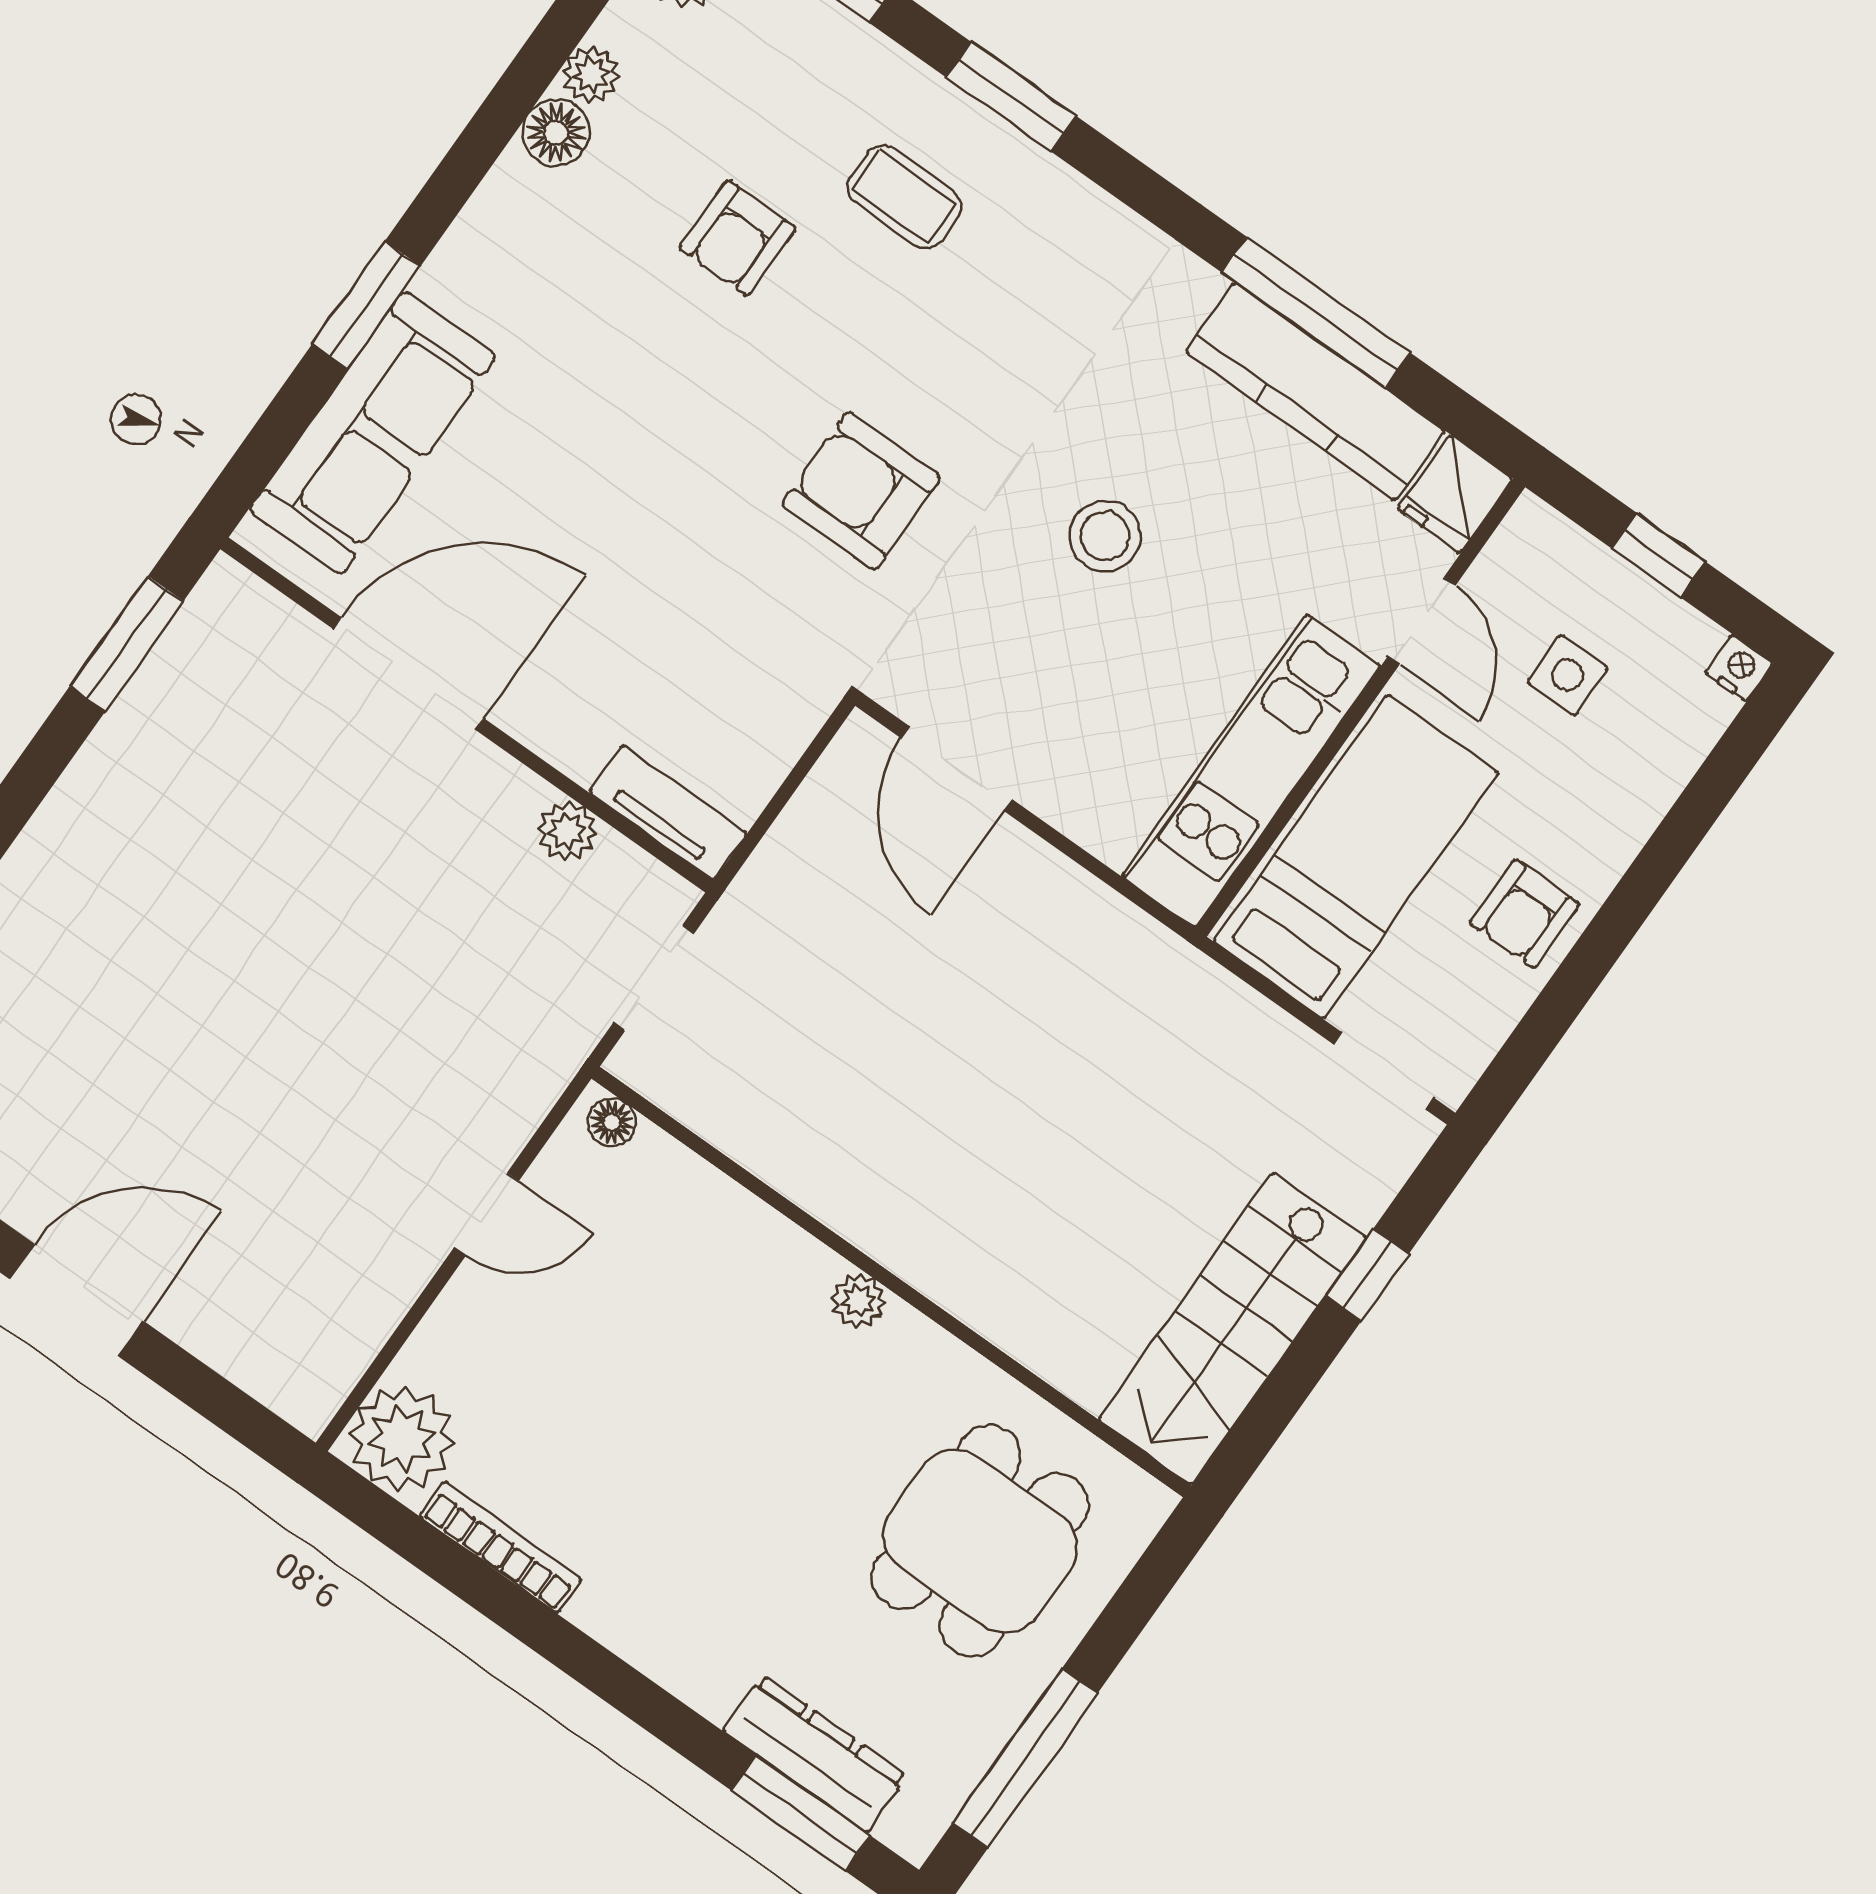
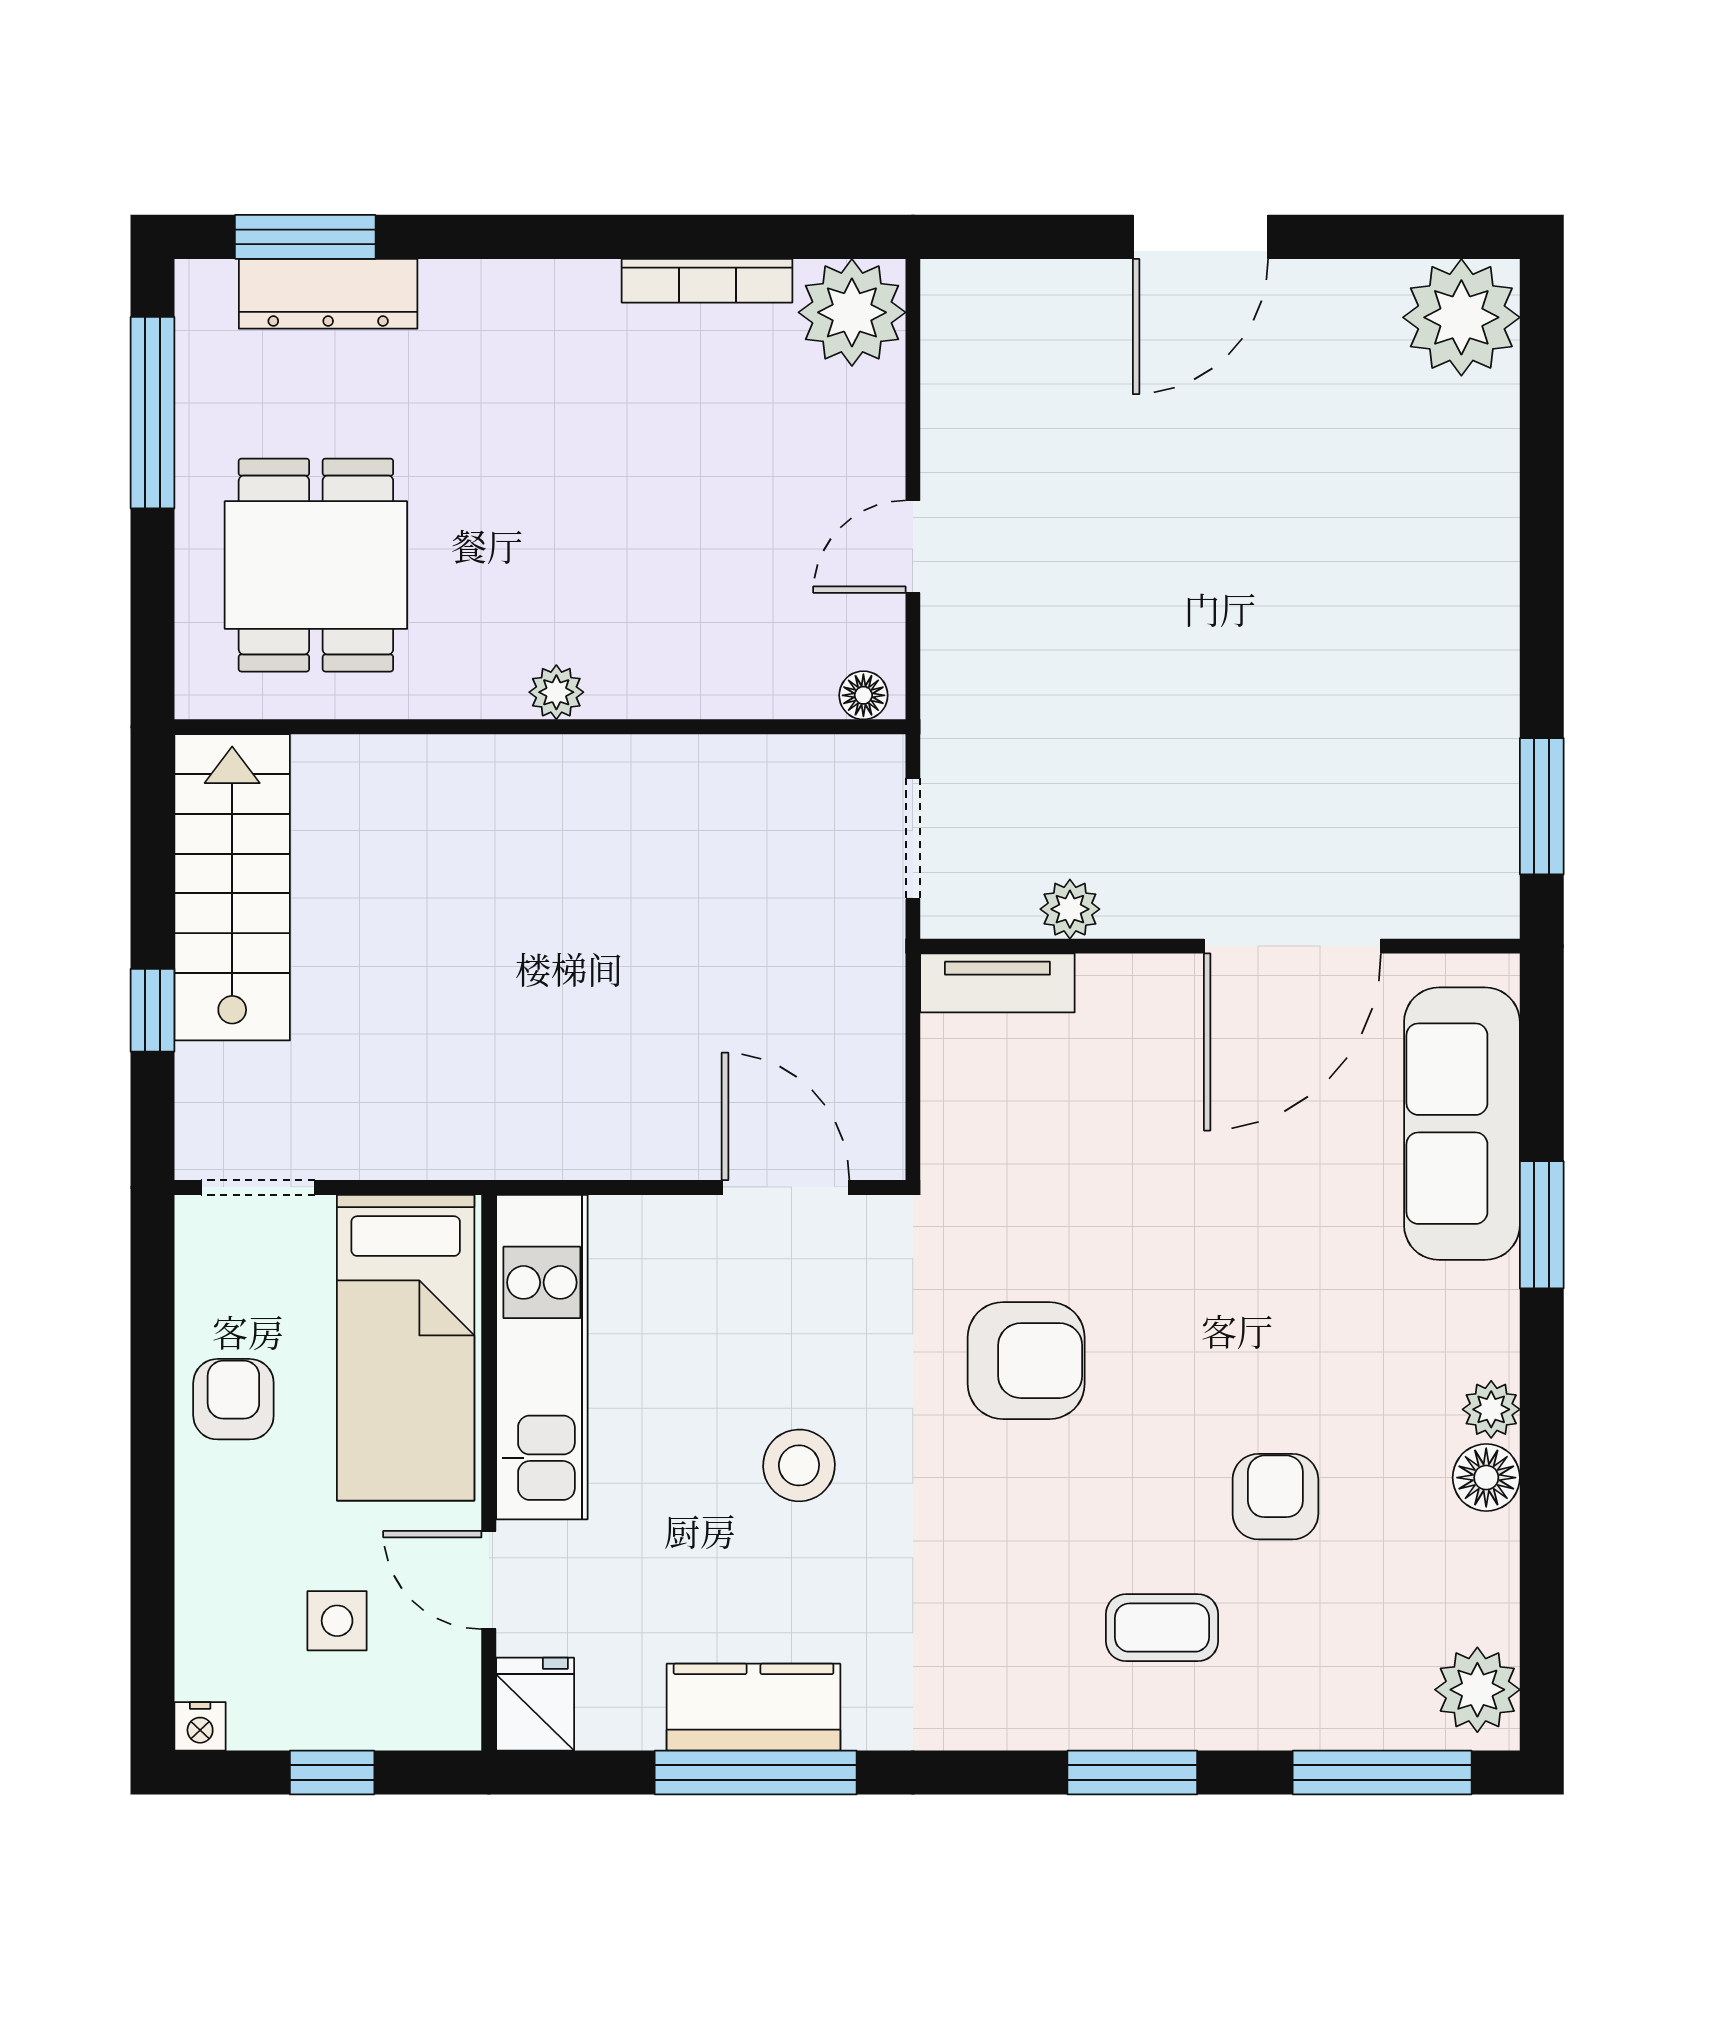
plant: (591, 75) -> (1491, 1409), moved
kitchen counter: (1315, 391) -> (754, 1707), width x0.67

